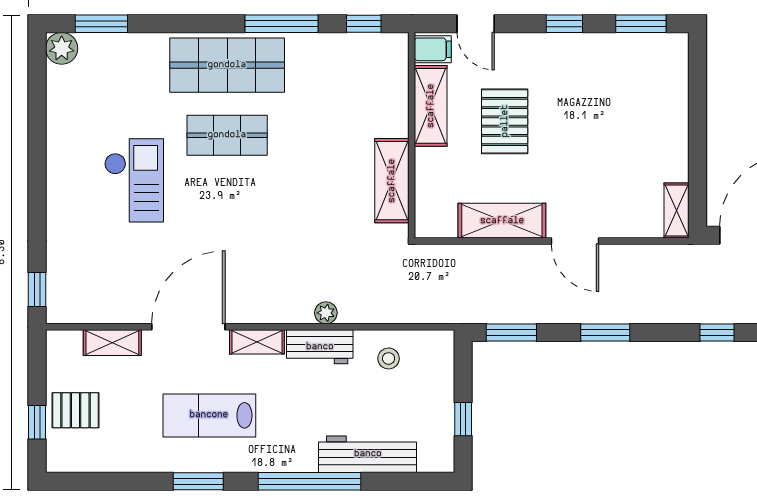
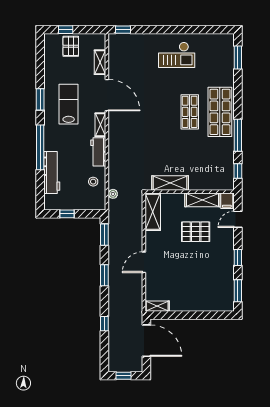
plant: (62, 48) -> (227, 40), removed
checkout: (134, 180) -> (177, 55), moved
shelving: (502, 221) -> (153, 212), moved
plant: (326, 313) -> (113, 194), moved

